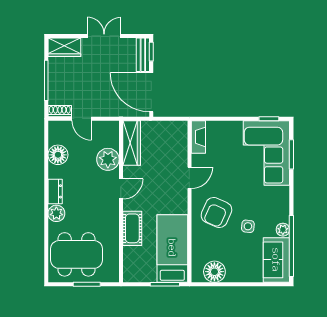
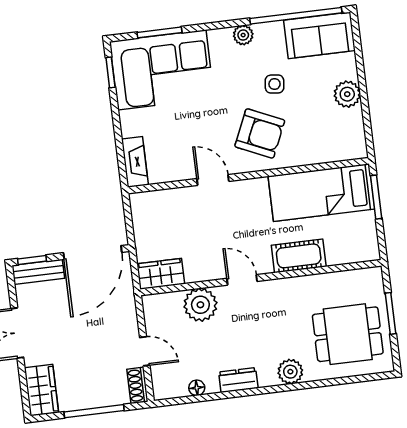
door: (82, 119) -> (145, 351), hinge flipped
fireplace: (198, 137) -> (135, 162), moved, turned 90
wardrobe: (132, 143) -> (161, 274), width x0.67
floor lamp: (58, 155) -> (197, 388), width x0.53, depth x0.53
dresser: (55, 191) -> (238, 380), moved
plant: (283, 230) -> (243, 35), moved
dining table: (76, 254) -> (348, 334), width x0.73
floor lamp: (214, 272) -> (348, 126), removed
plant: (235, 274) -> (347, 94), added

